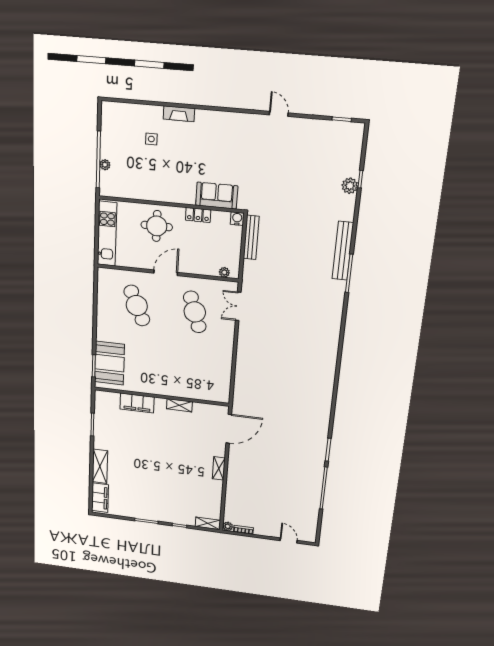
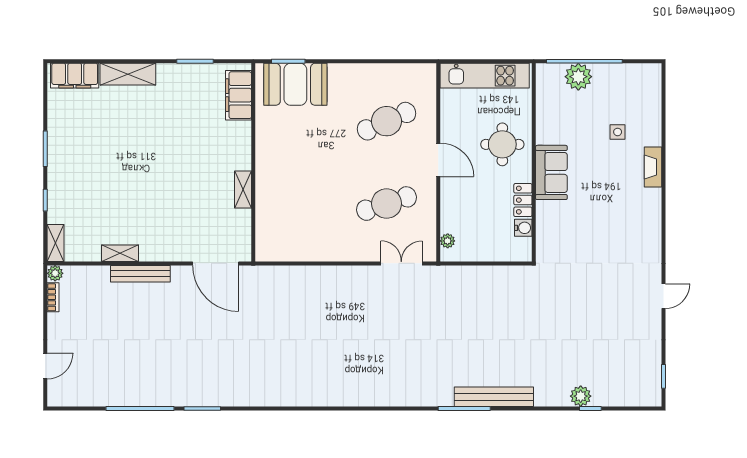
plant: (105, 165) -> (578, 77), width x1.87, depth x1.87
sofa: (217, 196) -> (551, 172), moved
water cooler: (237, 219) -> (523, 228), moved
bench: (251, 237) -> (140, 274), moved
filing cabinet: (137, 403) -> (238, 95), moved
shelving: (219, 468) -> (120, 253), moved

